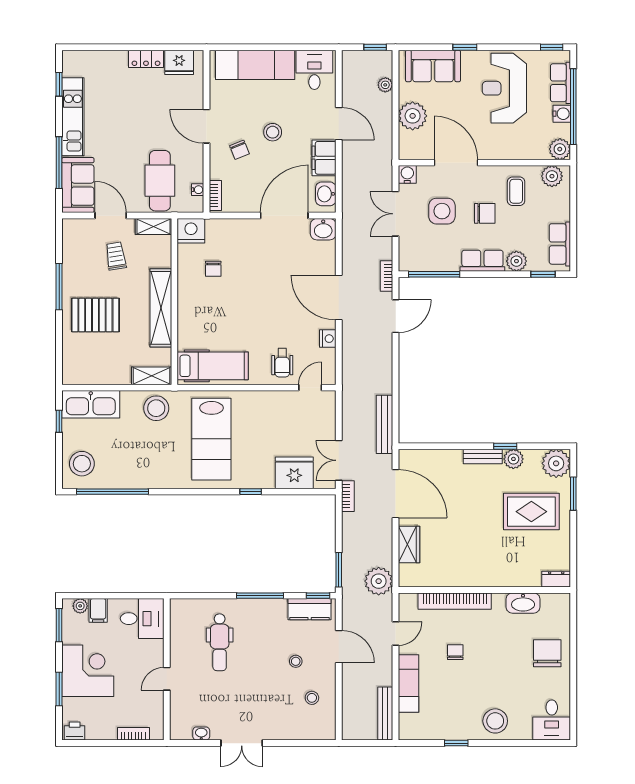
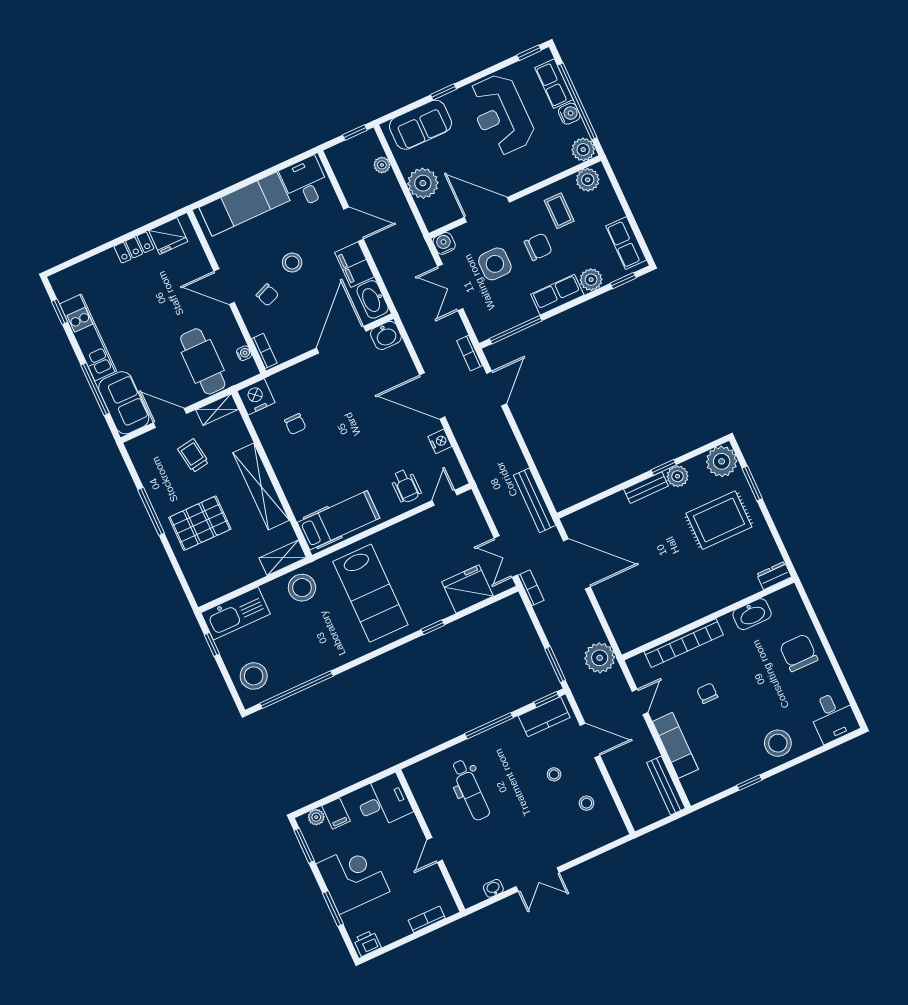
washbasin: (326, 194) -> (373, 299), width x1.38
wardrobe: (409, 544) -> (613, 608), removed

